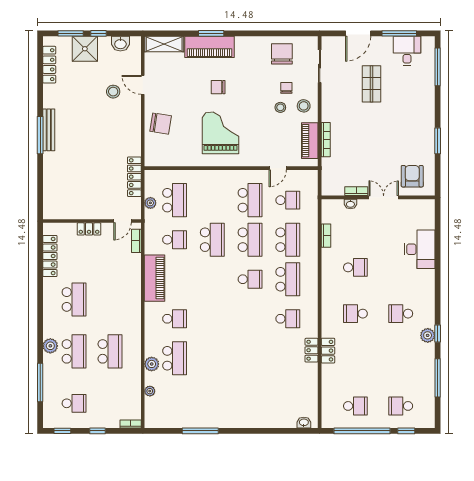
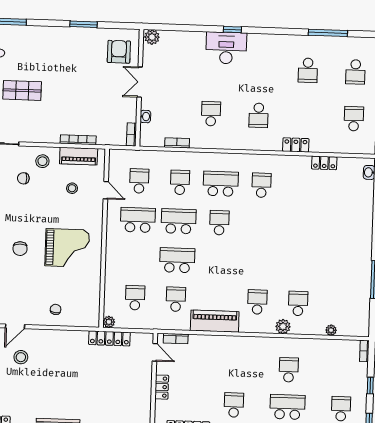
stool: (280, 107) -> (72, 188), moved
chair: (161, 124) -> (56, 309), width x0.54, depth x0.54
grand piano: (221, 133) -> (67, 248), turned 180
armchair: (412, 176) -> (119, 52), turned 90
bookcase: (356, 191) -> (132, 134), moved
school desk: (175, 200) -> (135, 298), width x0.54
plant: (150, 203) -> (109, 322), moved
school desk: (288, 240) -> (180, 182), width x0.54
desk: (420, 249) -> (226, 48), moved
school desk: (74, 299) -> (234, 405), width x0.54
school desk: (401, 314) -> (308, 70), moved
window: (438, 334) -> (232, 29), moved
plant: (428, 335) -> (152, 37), moved
locker: (312, 350) -> (324, 163), moved
school desk: (110, 351) -> (289, 370), width x0.54
school desk: (175, 358) -> (298, 303), width x0.54
plant: (152, 364) -> (283, 327), moved

